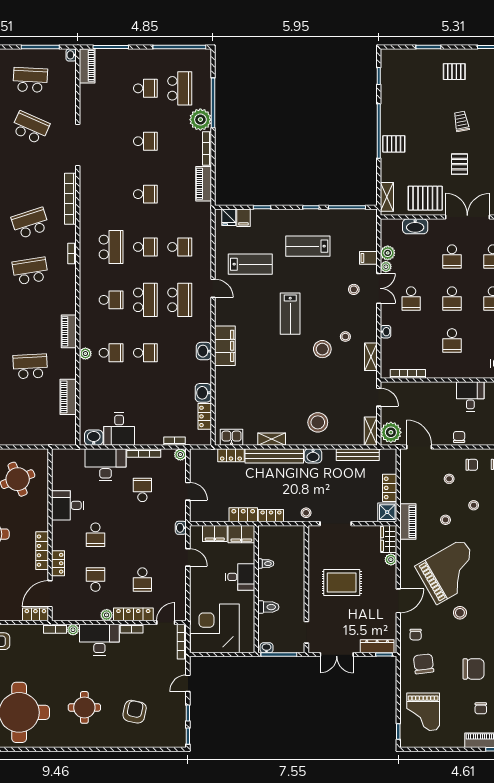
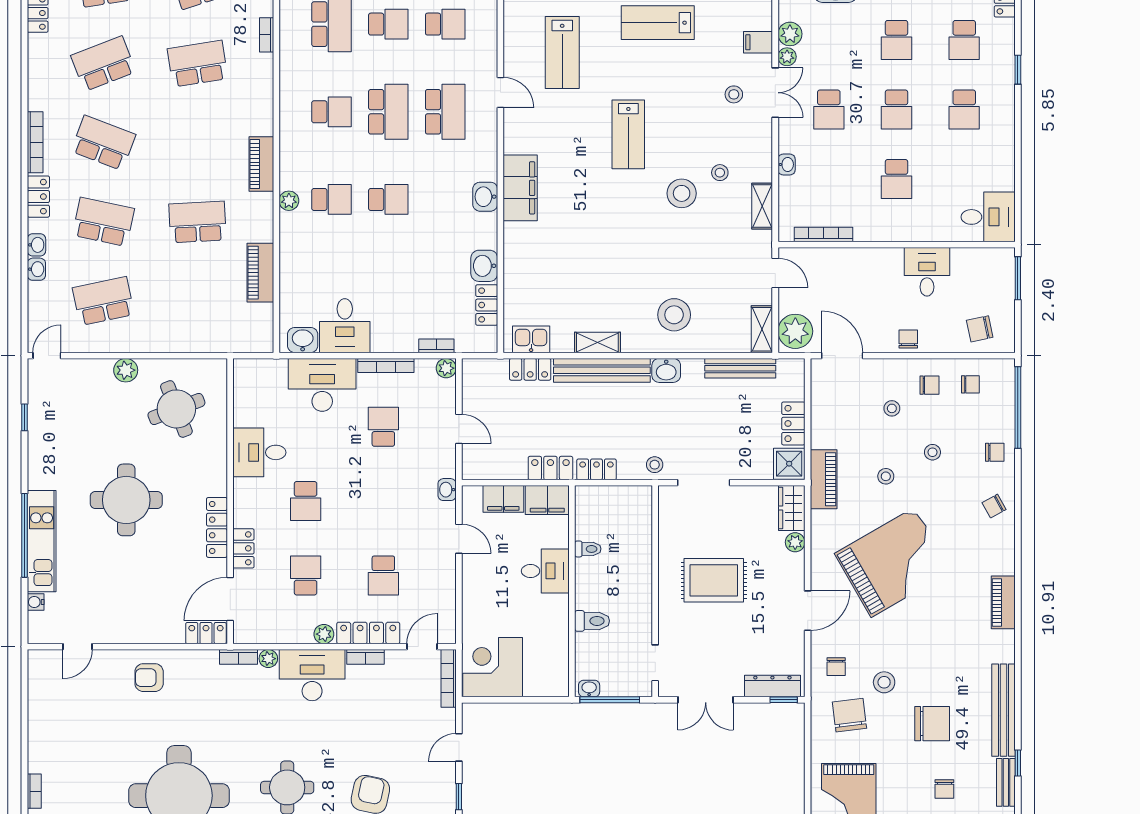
lab bench: (250, 264) -> (562, 53), turned 90
stool: (460, 613) -> (884, 682), moved
corner desk: (215, 628) -> (493, 667), width x0.74, depth x0.74

